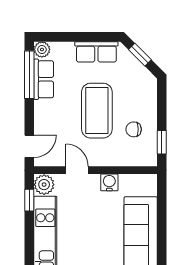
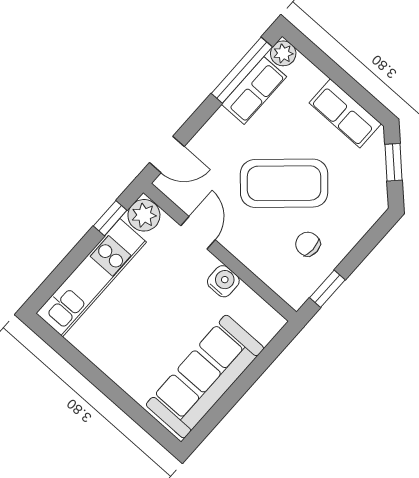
coffee table: (97, 111) -> (284, 183), turned 48

